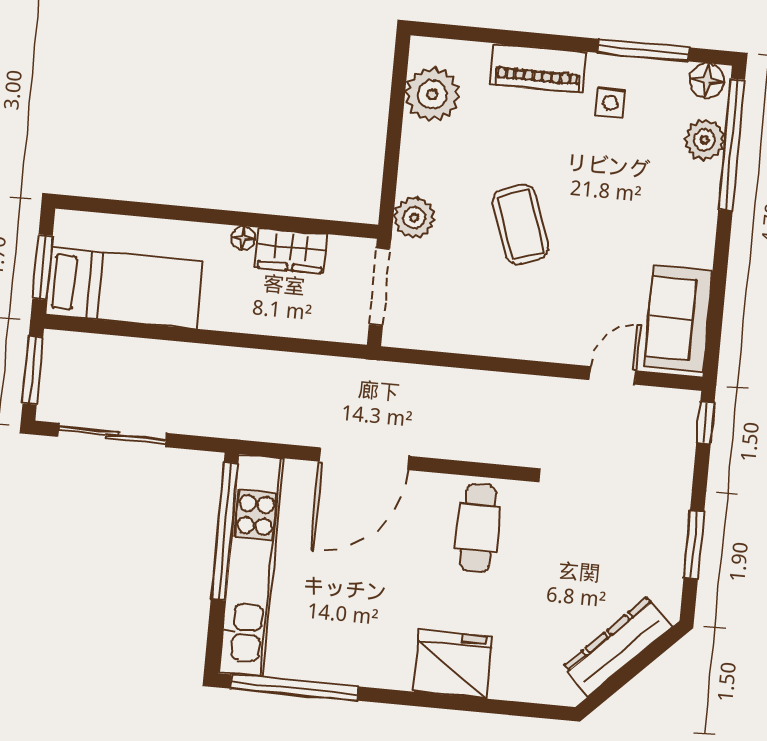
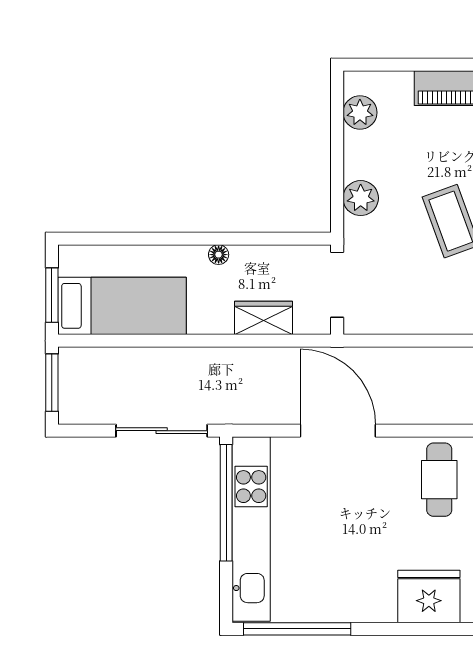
plant: (432, 94) -> (360, 113), width x0.73, depth x0.73
plant: (414, 218) -> (361, 198), moved
wardrobe: (291, 251) -> (264, 318), moved, turned 180
sliding door: (112, 435) -> (162, 431), moved
door: (364, 459) -> (338, 431), swing flipped

